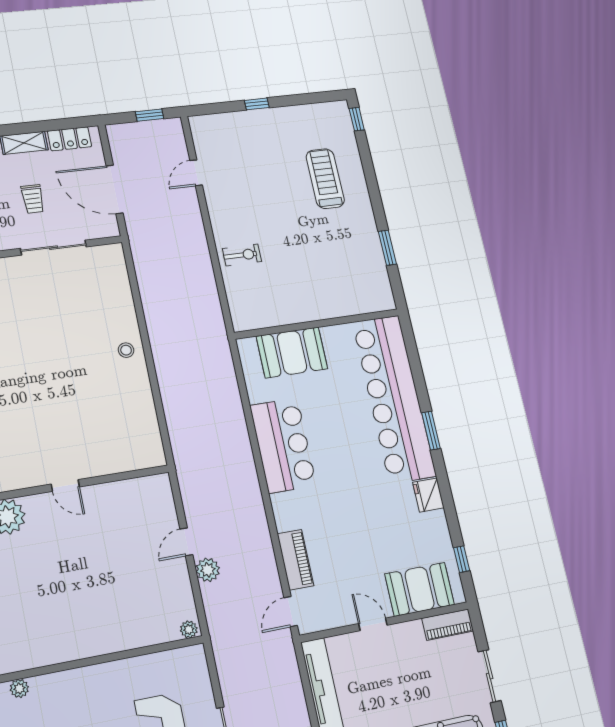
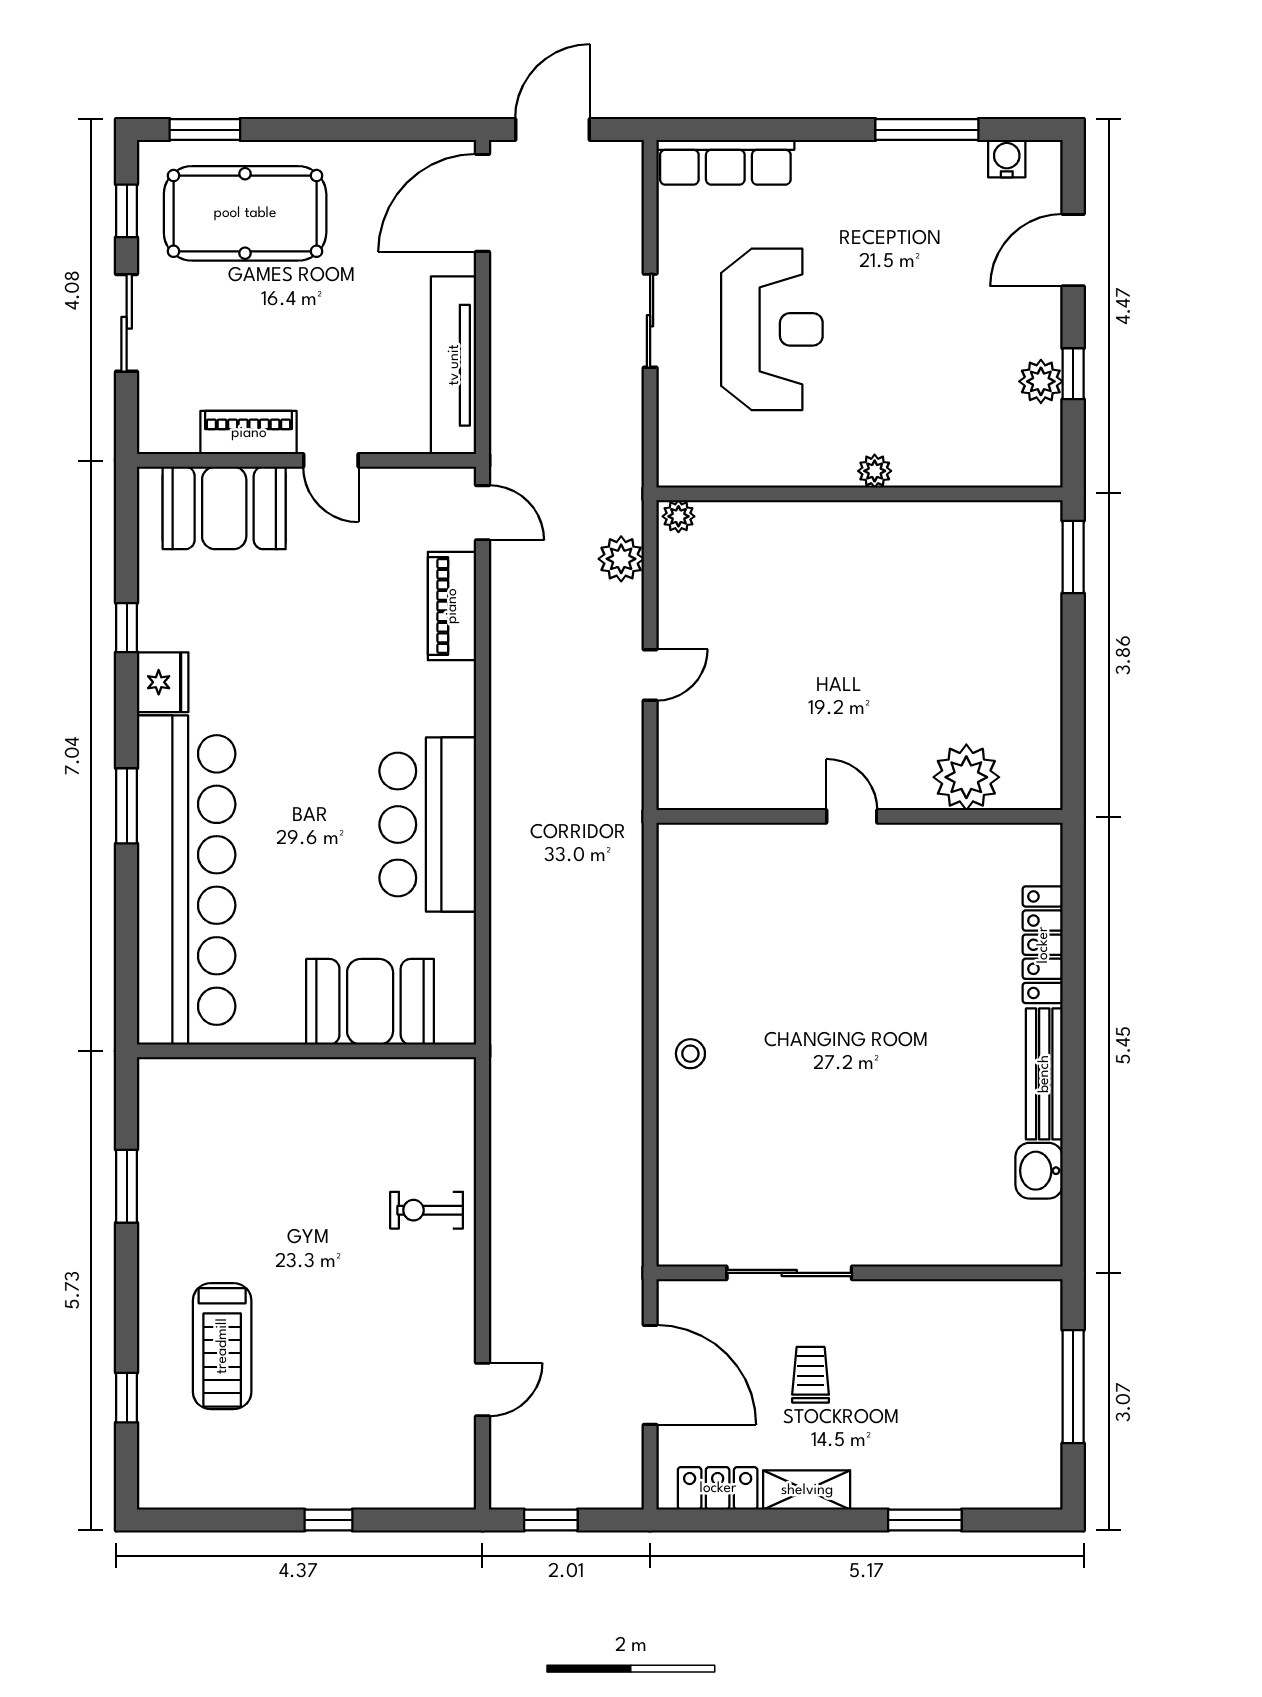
window: (357, 119) -> (127, 1398), moved
window: (462, 559) -> (127, 628), moved
plant: (208, 570) -> (621, 559), moved
door: (291, 612) -> (483, 513), hinge flipped
piano: (448, 625) -> (249, 433), moved
plant: (19, 688) -> (875, 471), moved

